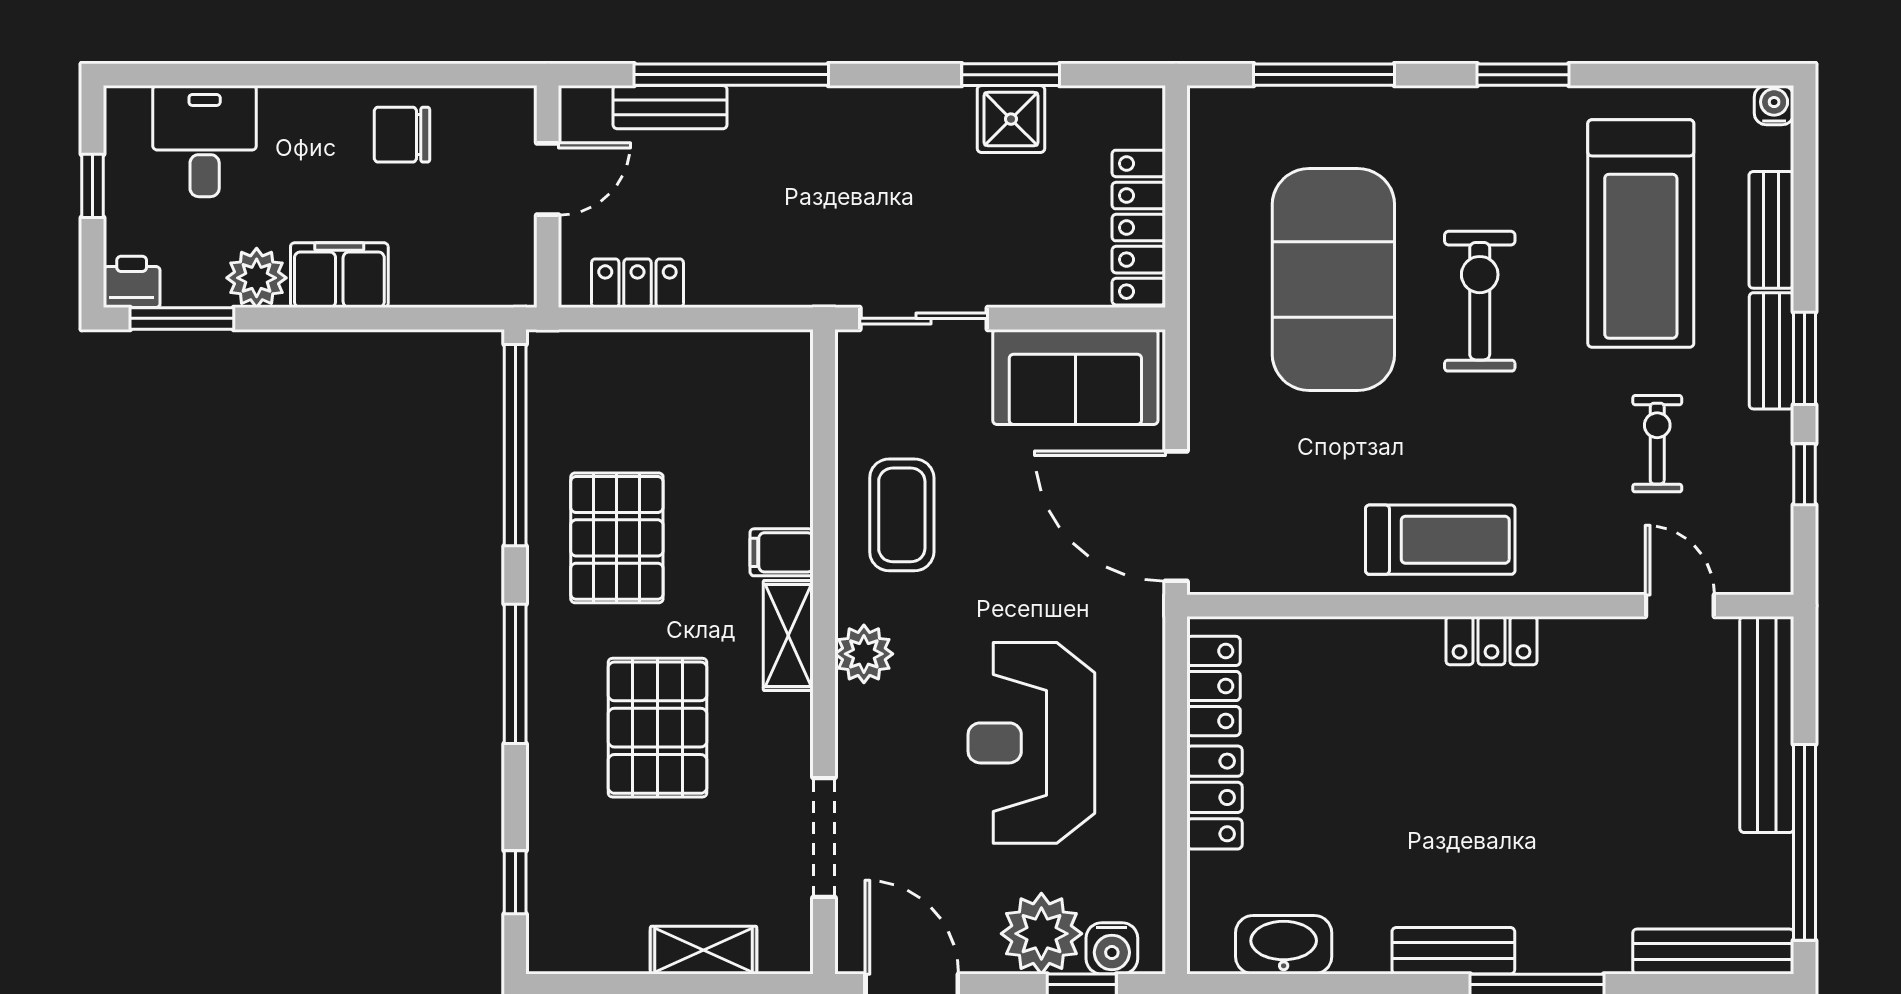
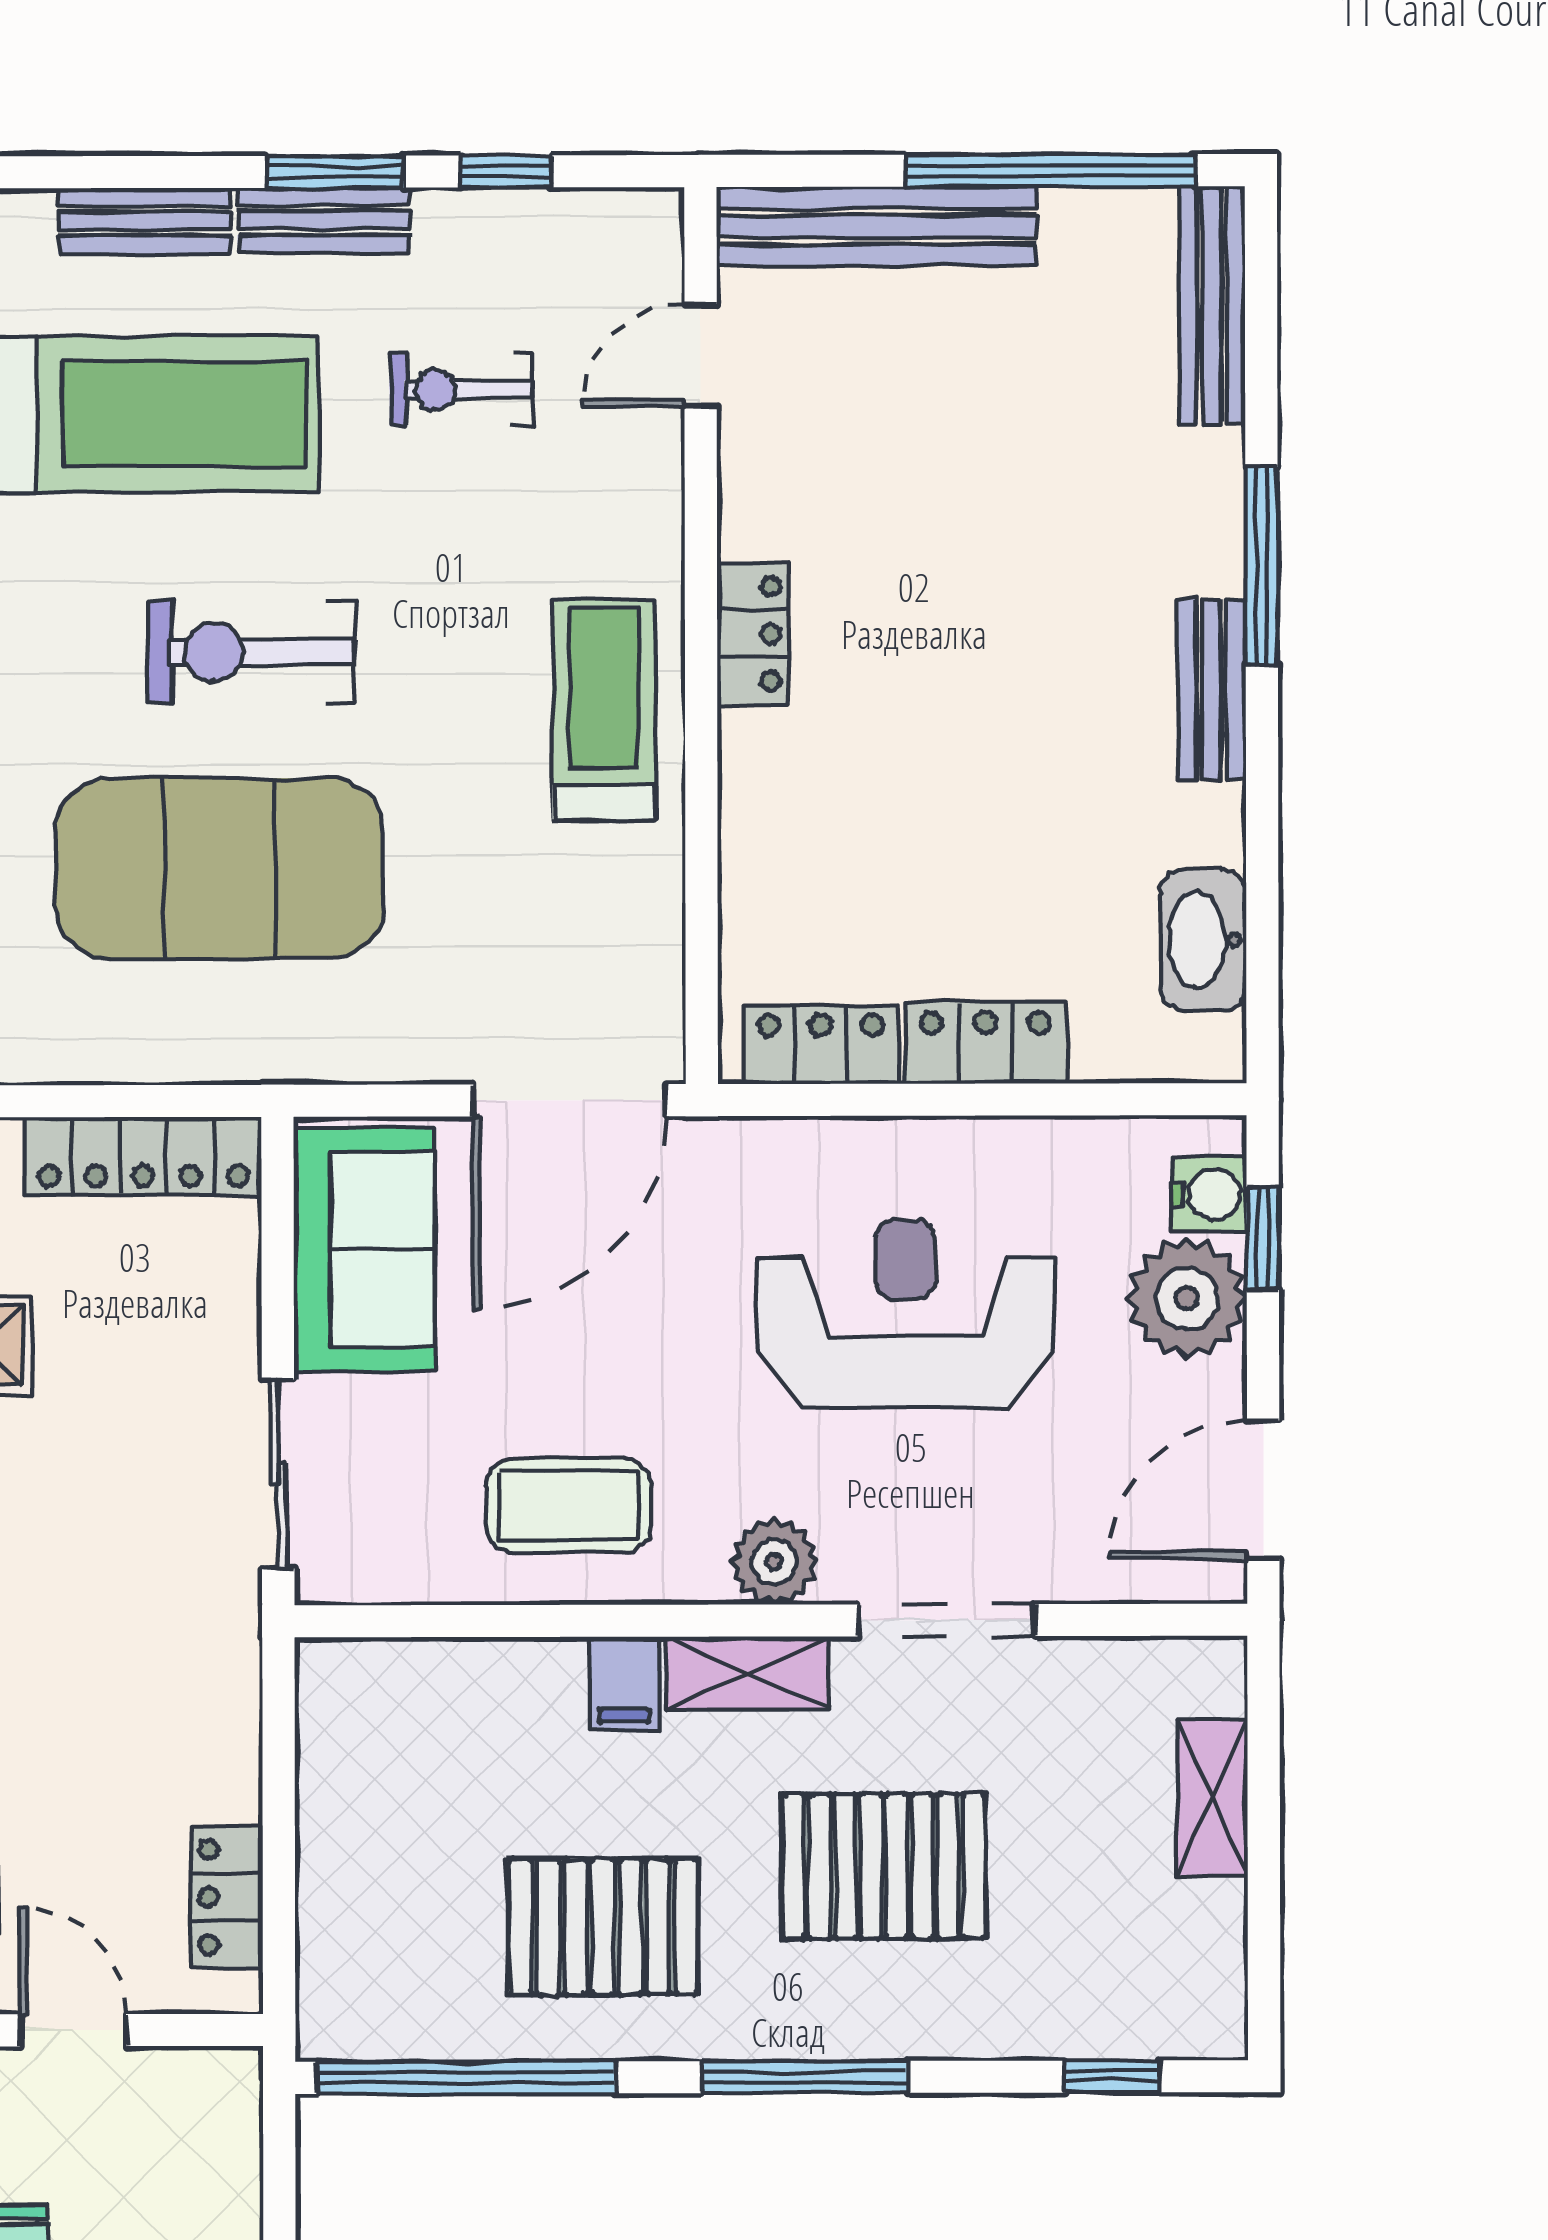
reception desk: (1031, 743) -> (905, 1314), turned 180
doorway: (824, 838) -> (946, 1620), moved

